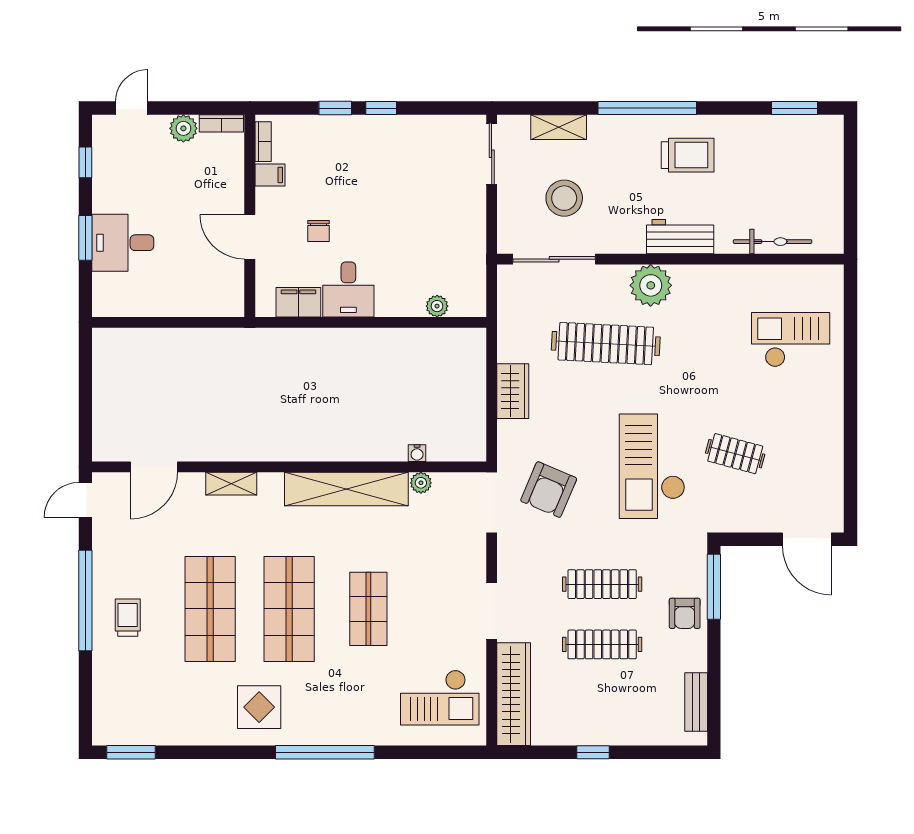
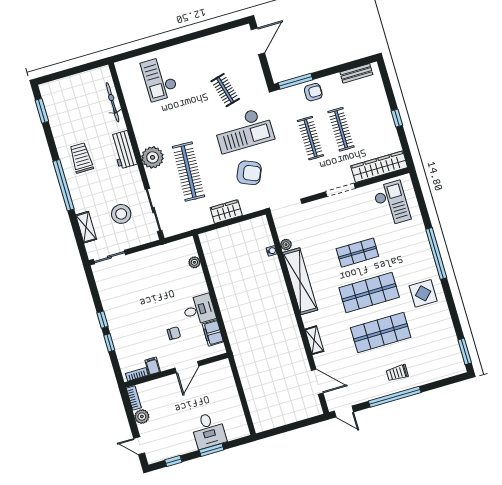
clothes rail: (735, 454) -> (225, 90), turned -30
armchair: (549, 490) -> (249, 173), moved

